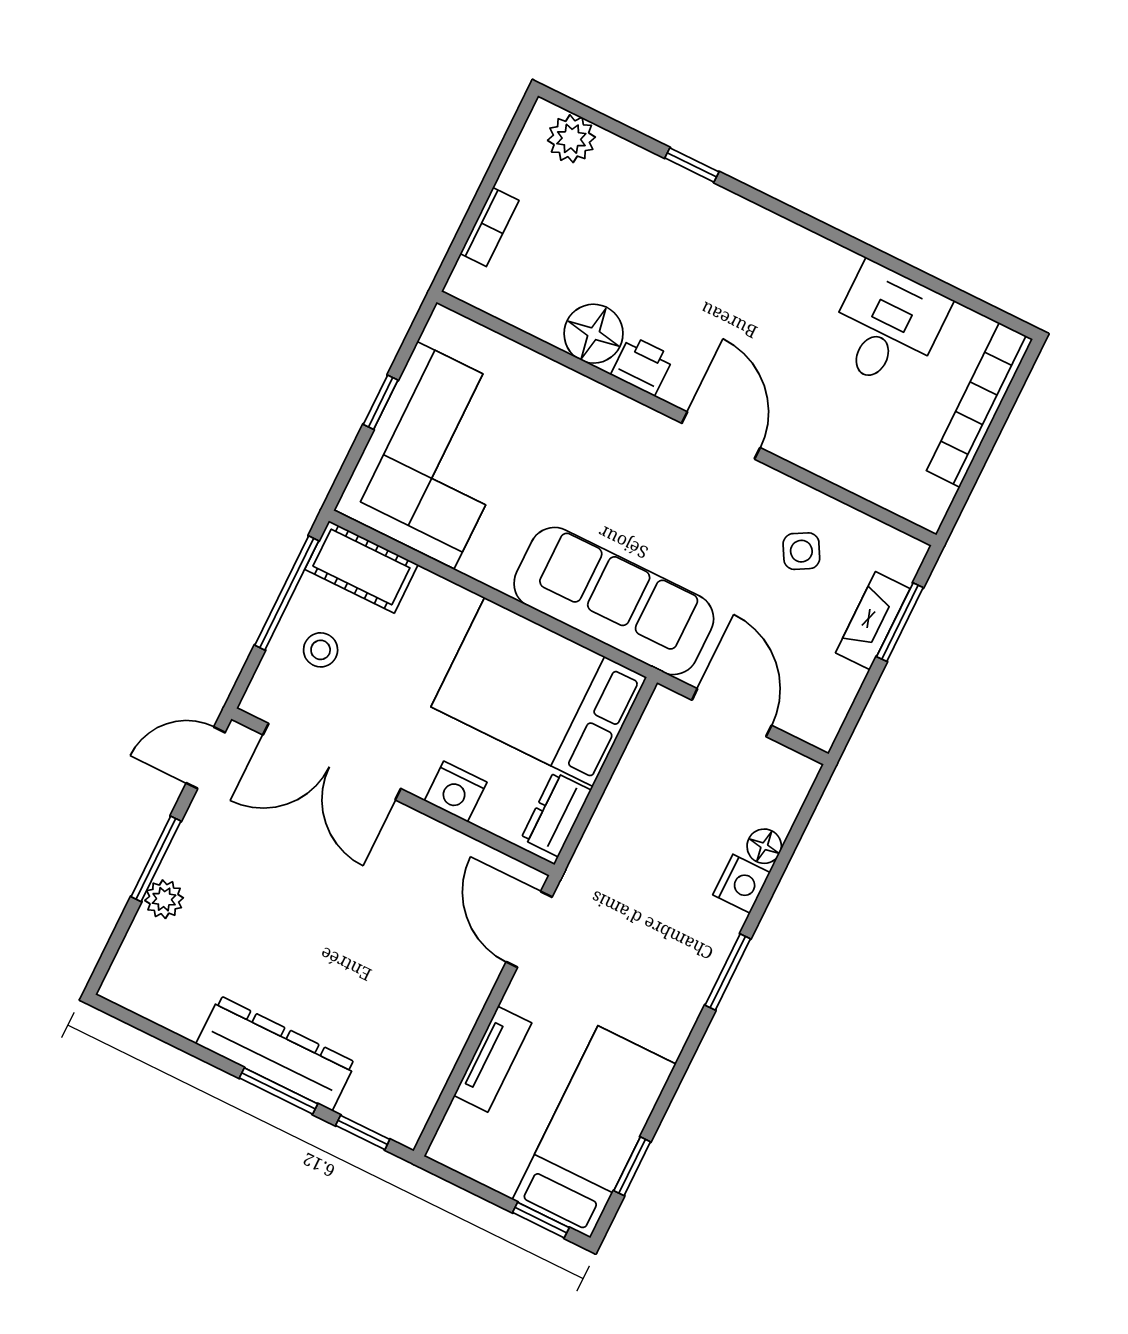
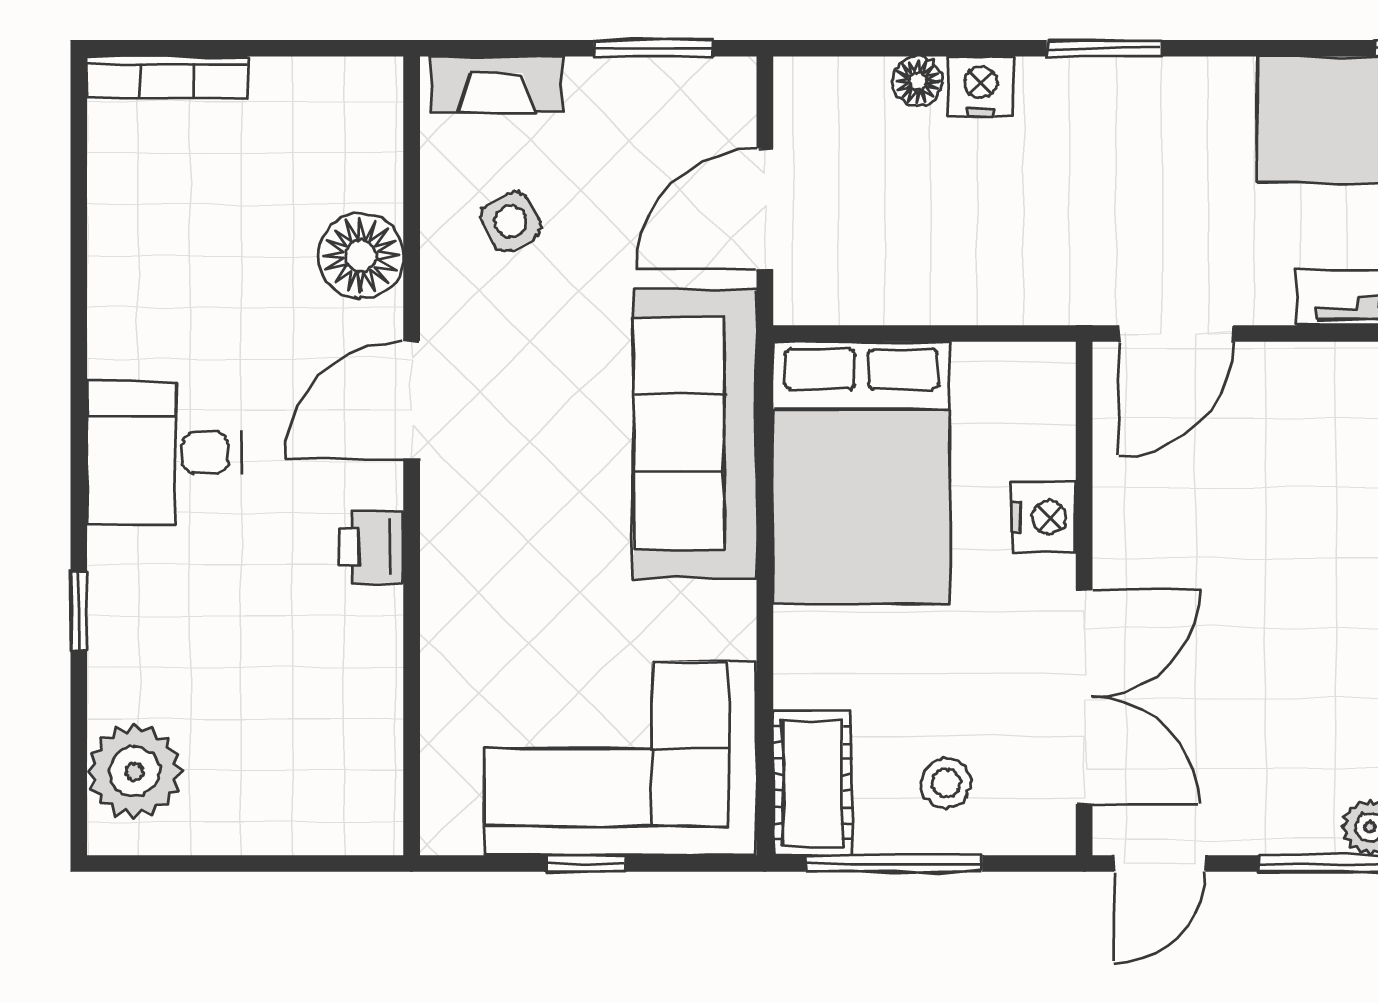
plant: (571, 139) -> (134, 771), width x1.36, depth x1.36
bookcase: (490, 227) -> (289, 834), removed
desk: (887, 326) -> (164, 453), moved
floor lamp: (594, 334) -> (361, 256), moved
bookcase: (980, 405) -> (168, 77), width x0.68, depth x0.76
fireplace: (873, 621) -> (496, 84), moved
window: (900, 622) -> (653, 48), moved
door: (206, 758) -> (1160, 863), hinge flipped
dresser: (556, 814) -> (1009, 372), removed

